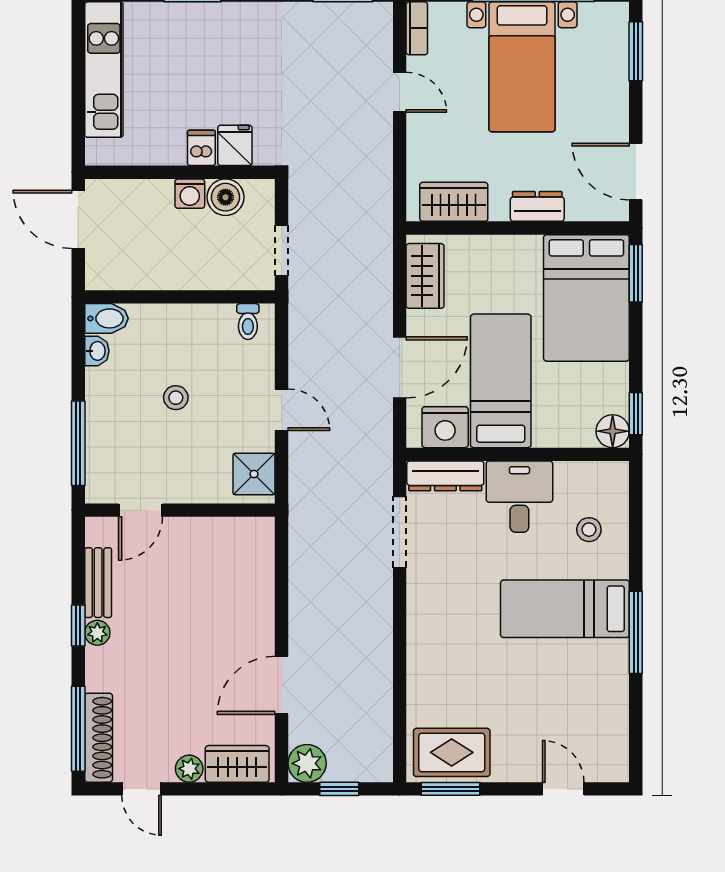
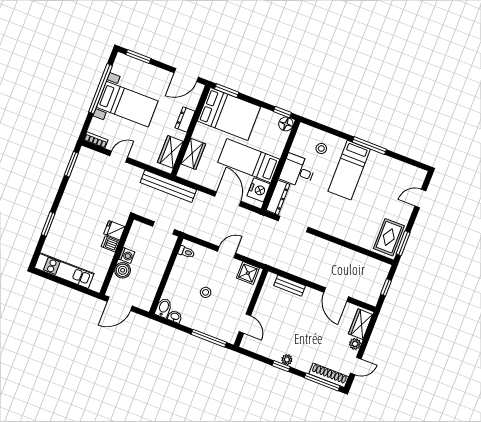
boiler: (225, 197) -> (123, 270), moved
bench: (377, 226) -> (168, 186), added
wardrobe: (425, 276) -> (193, 154), moved, turned 90
bench: (98, 583) -> (290, 286), moved
plant: (307, 763) -> (371, 296), removed

